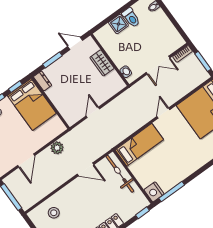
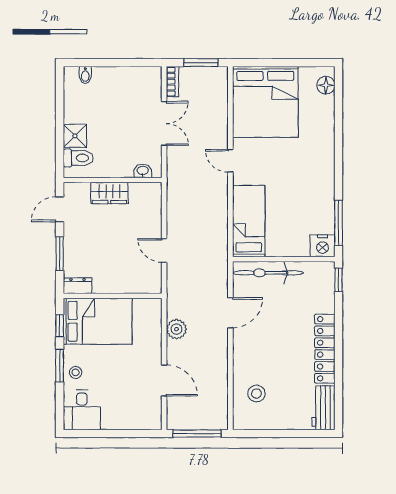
toilet: (131, 18) -> (78, 158), moved

